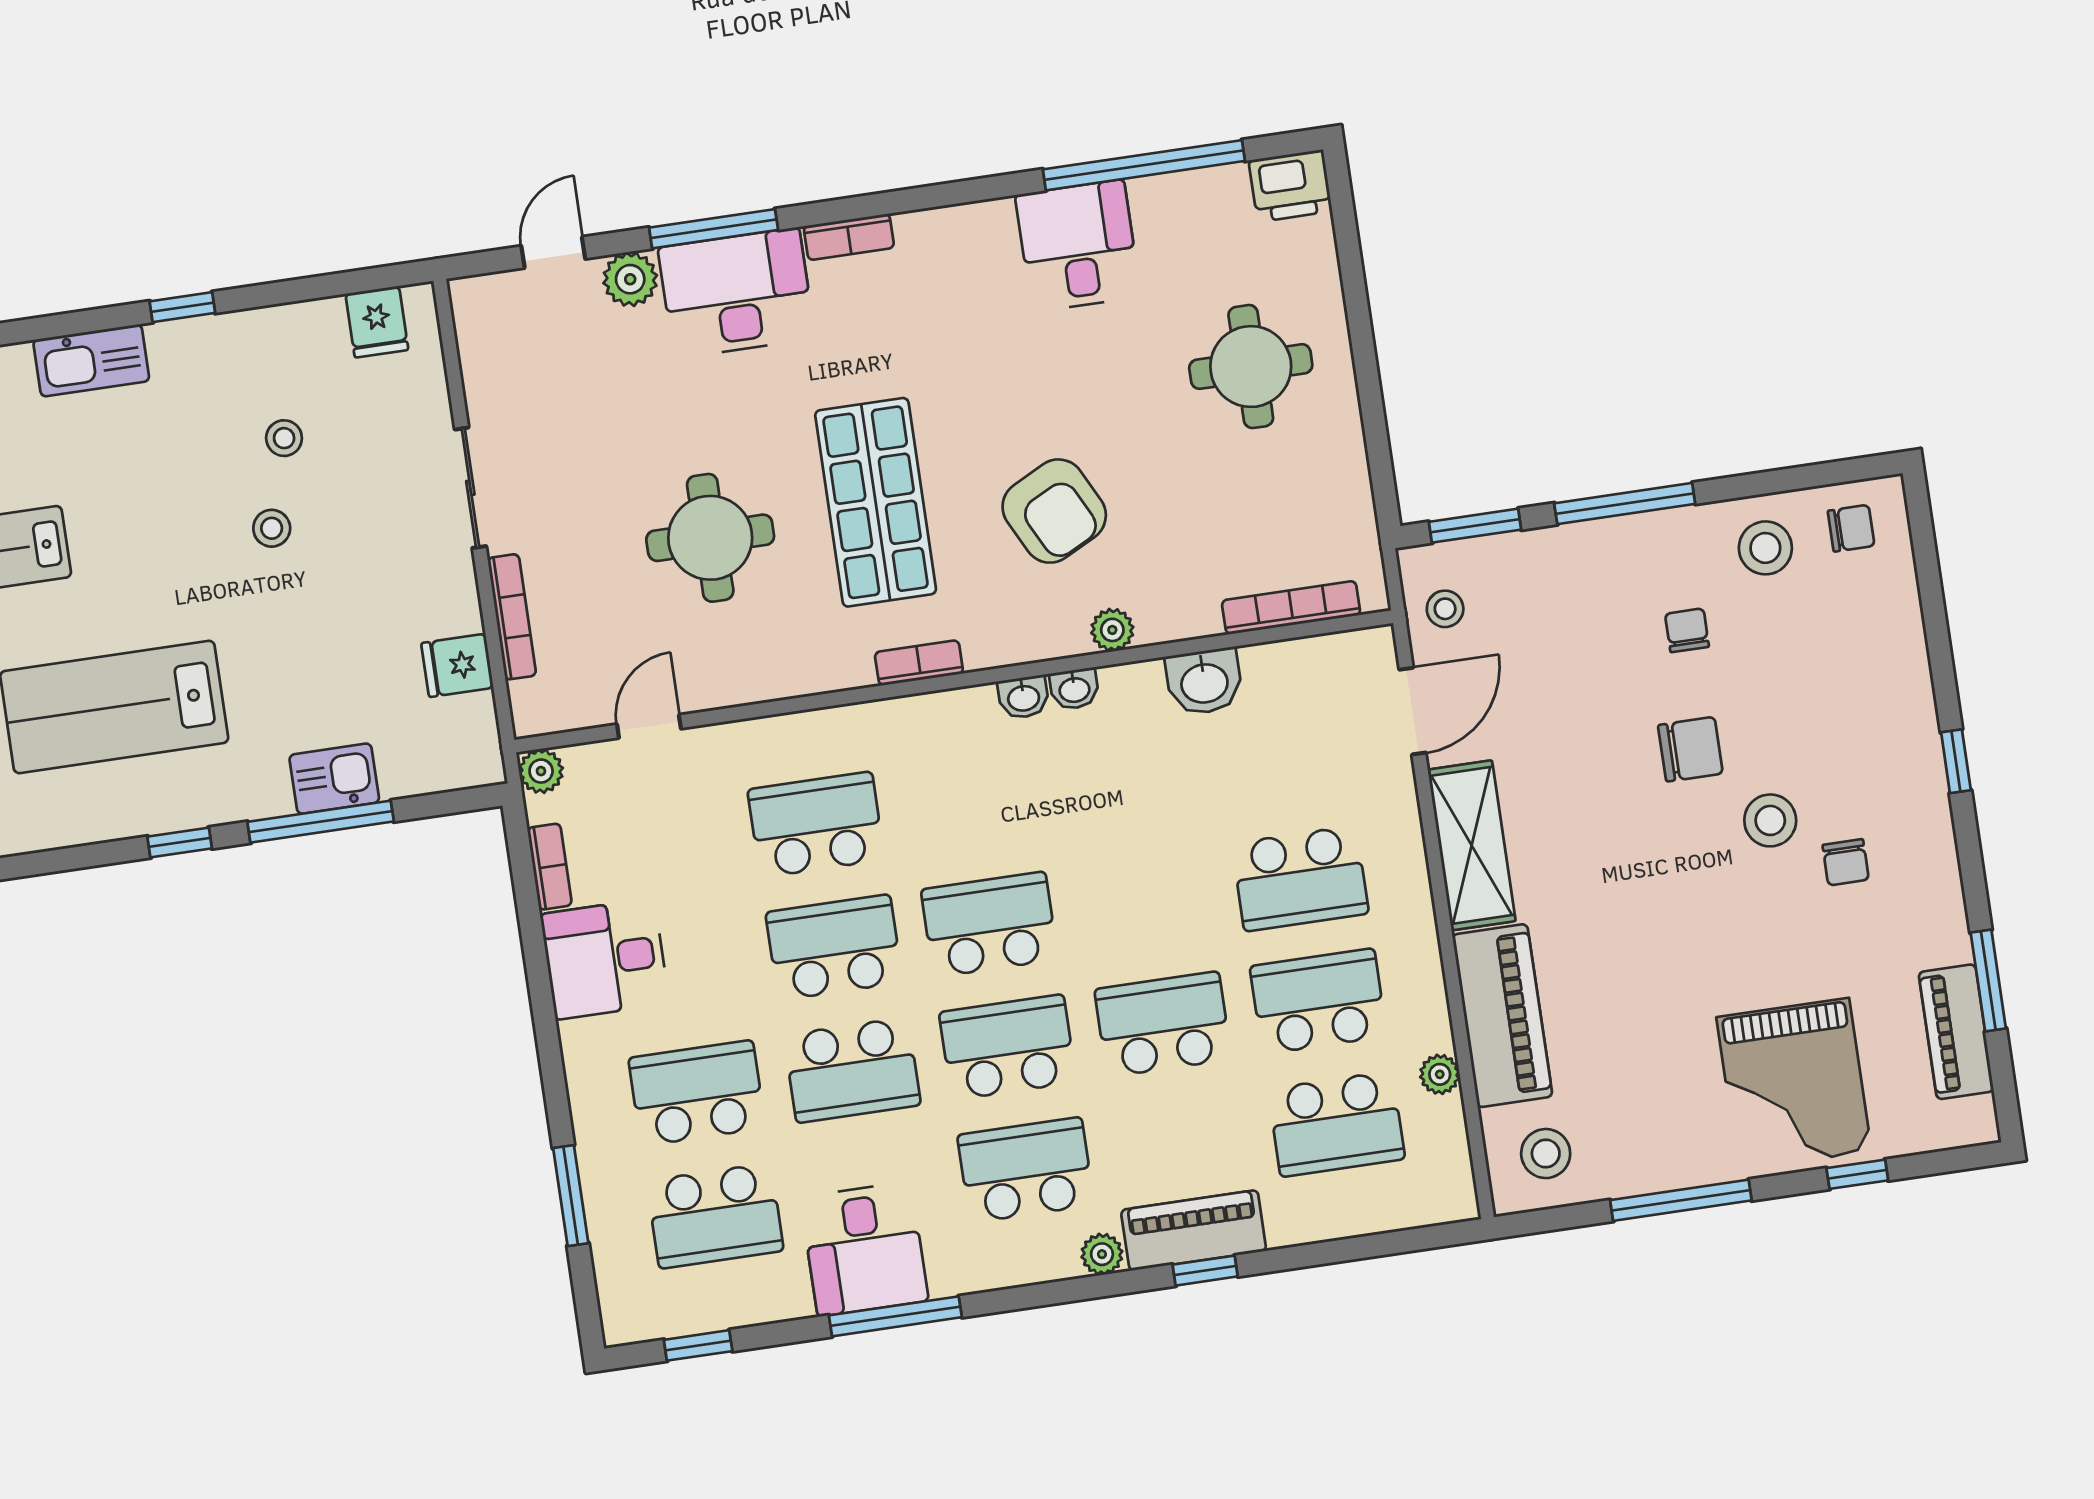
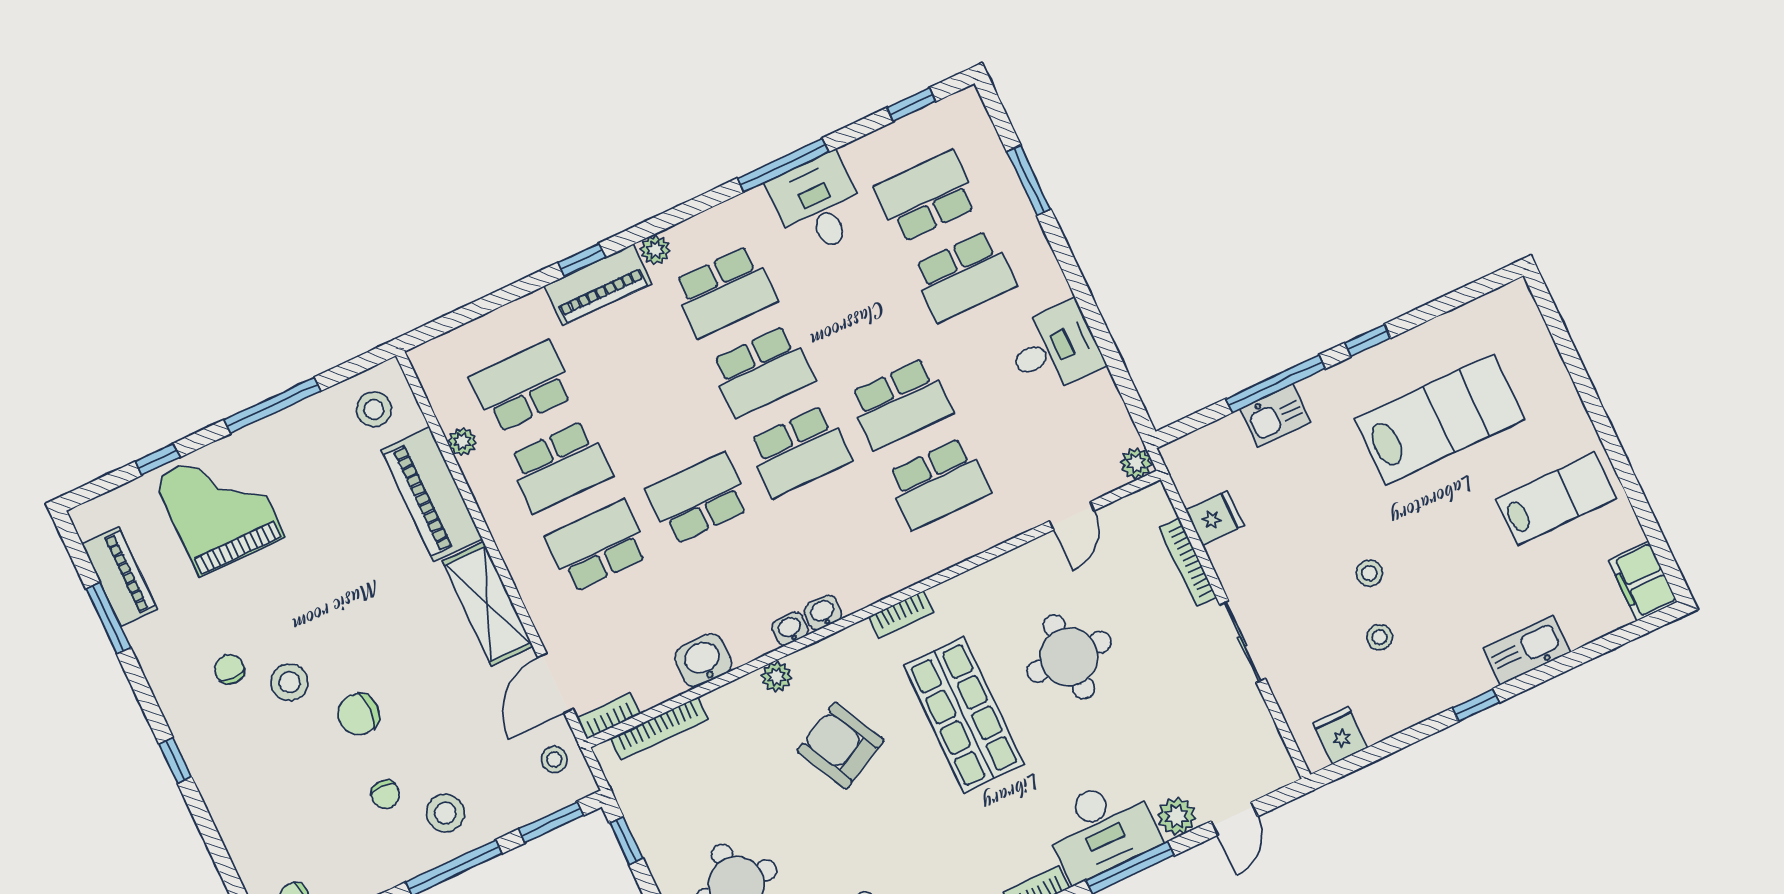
window: (1381, 470) -> (626, 841), added
stool: (1765, 548) -> (446, 813), moved
bookcase: (550, 867) -> (608, 716), moved, turned 90
school desk: (1163, 1024) -> (698, 499), moved, turned 180
school desk: (852, 1070) -> (863, 324), removed

